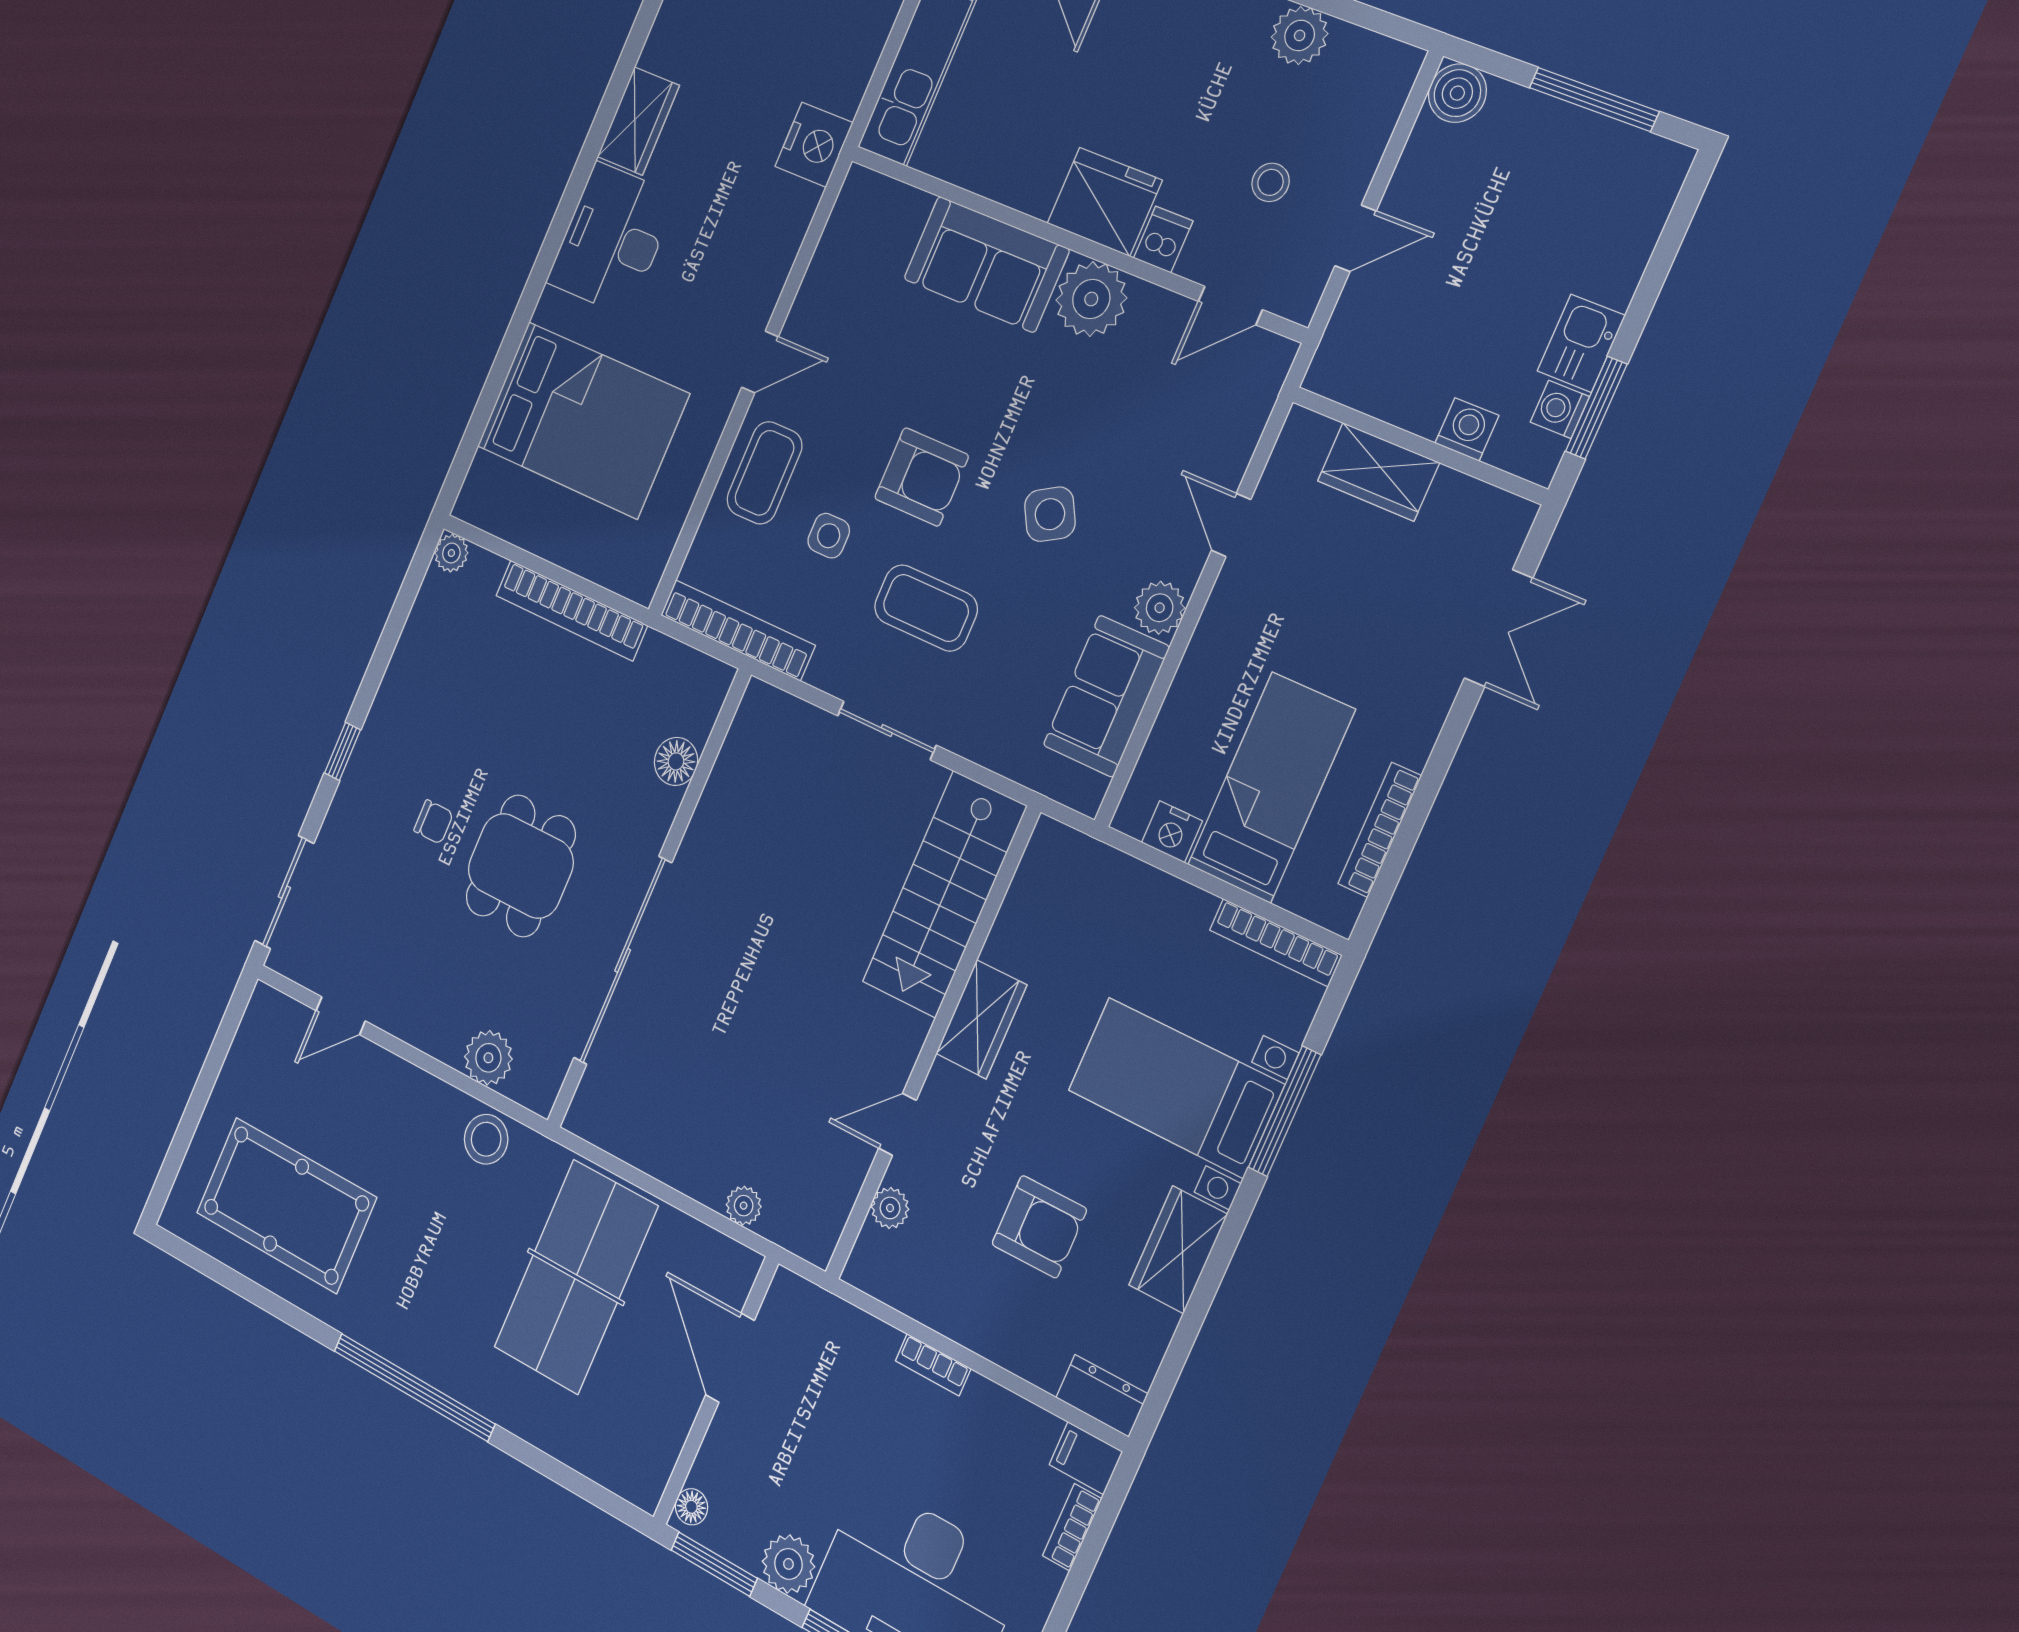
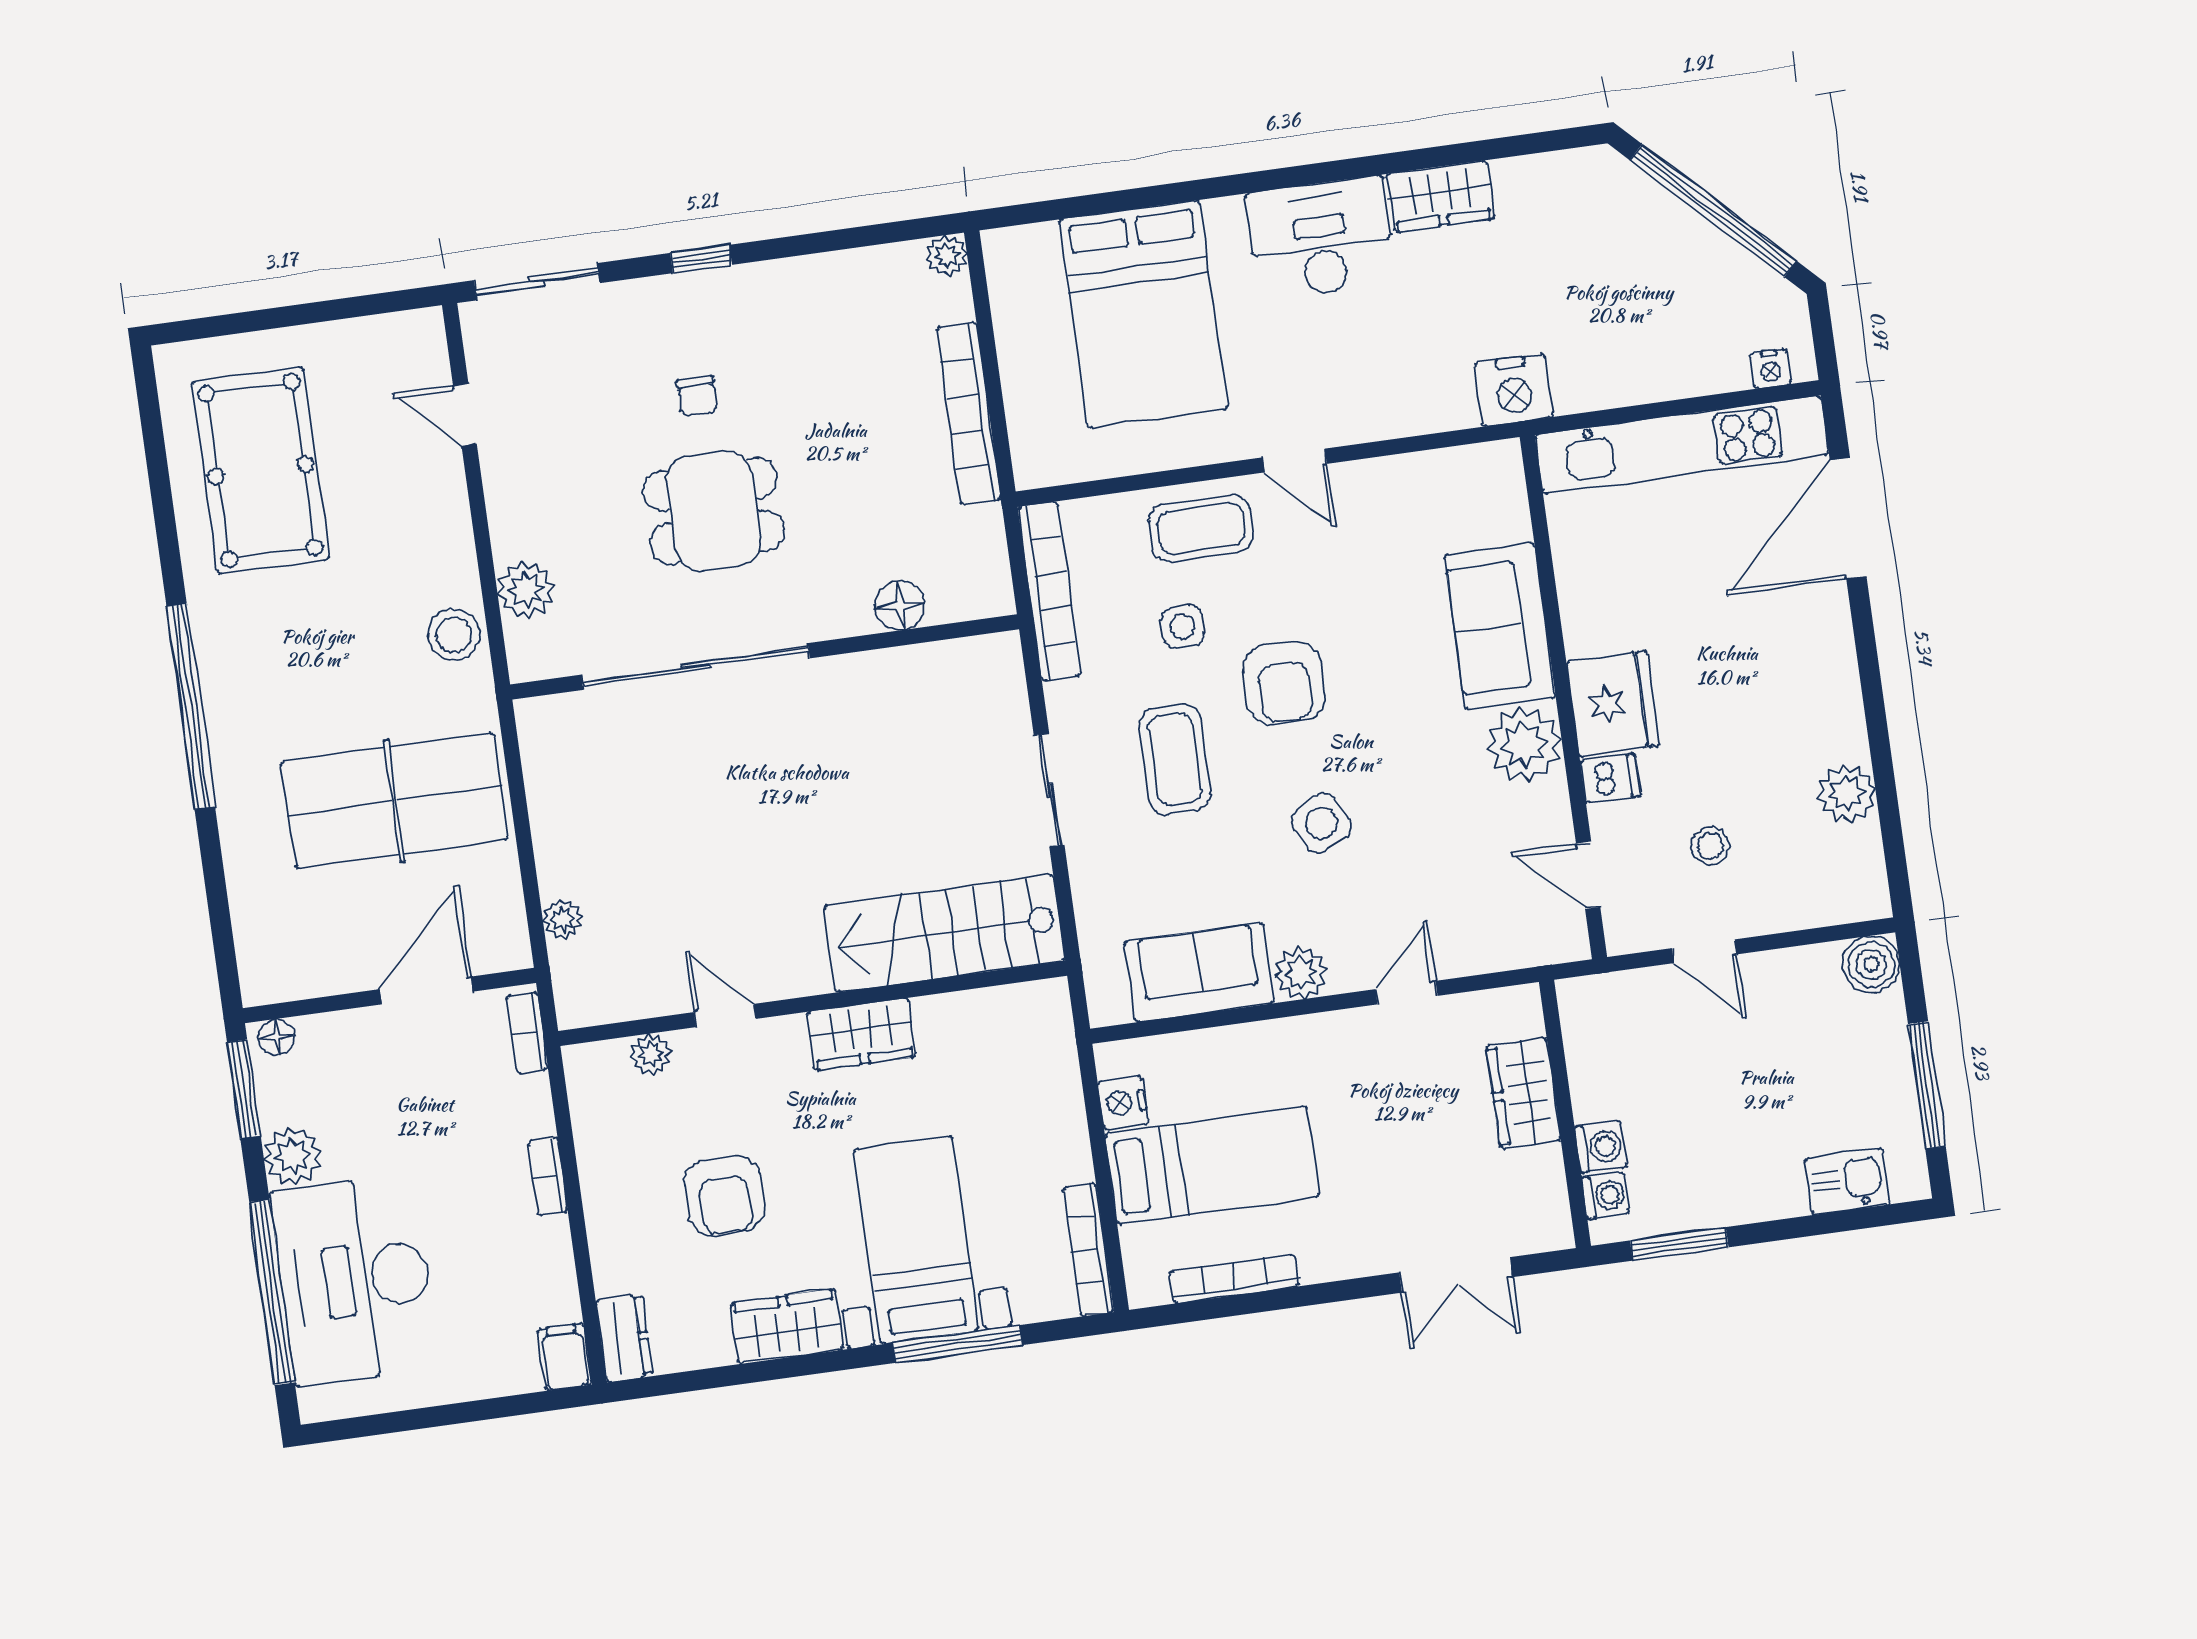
kitchen sink: (1581, 343) -> (1847, 1182), moved
washing machine: (1560, 409) -> (1606, 1196), moved, turned 90
bookcase: (1072, 1527) -> (527, 1032), moved, turned -90

